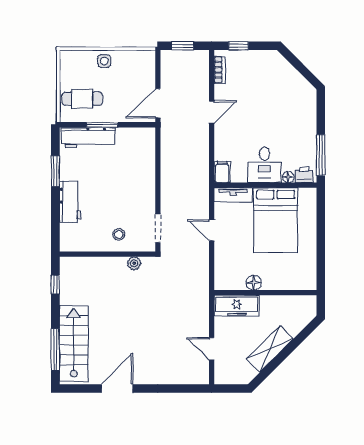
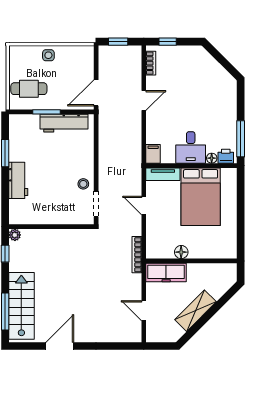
workbench: (88, 137) -> (64, 123), moved
stool: (119, 234) -> (83, 184), moved
plant: (134, 263) -> (15, 235), moved
bookcase: (204, 286) -> (137, 255), added

